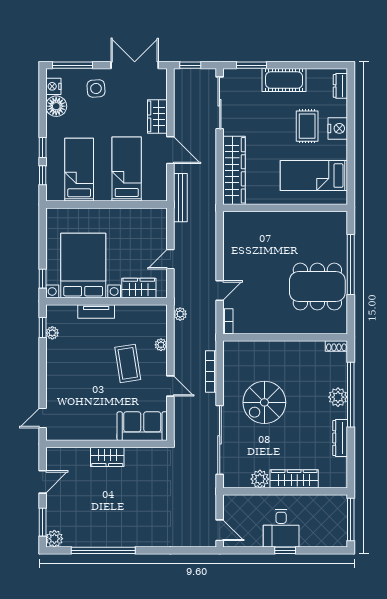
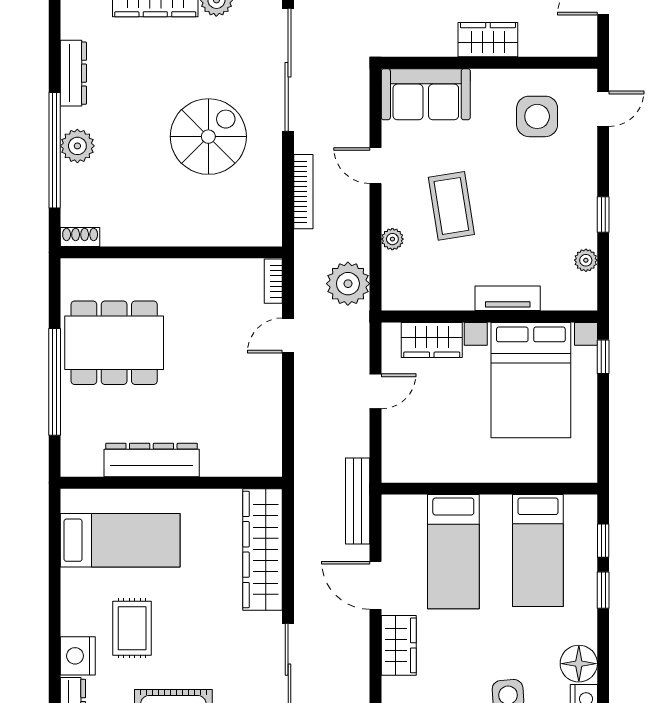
nightstand: (338, 128) -> (78, 656), moved
dresser: (296, 221) -> (152, 460), added
plant: (180, 314) -> (348, 284), width x1.88, depth x1.88
window: (43, 328) -> (603, 214), moved
side table: (80, 414) -> (537, 116), added

